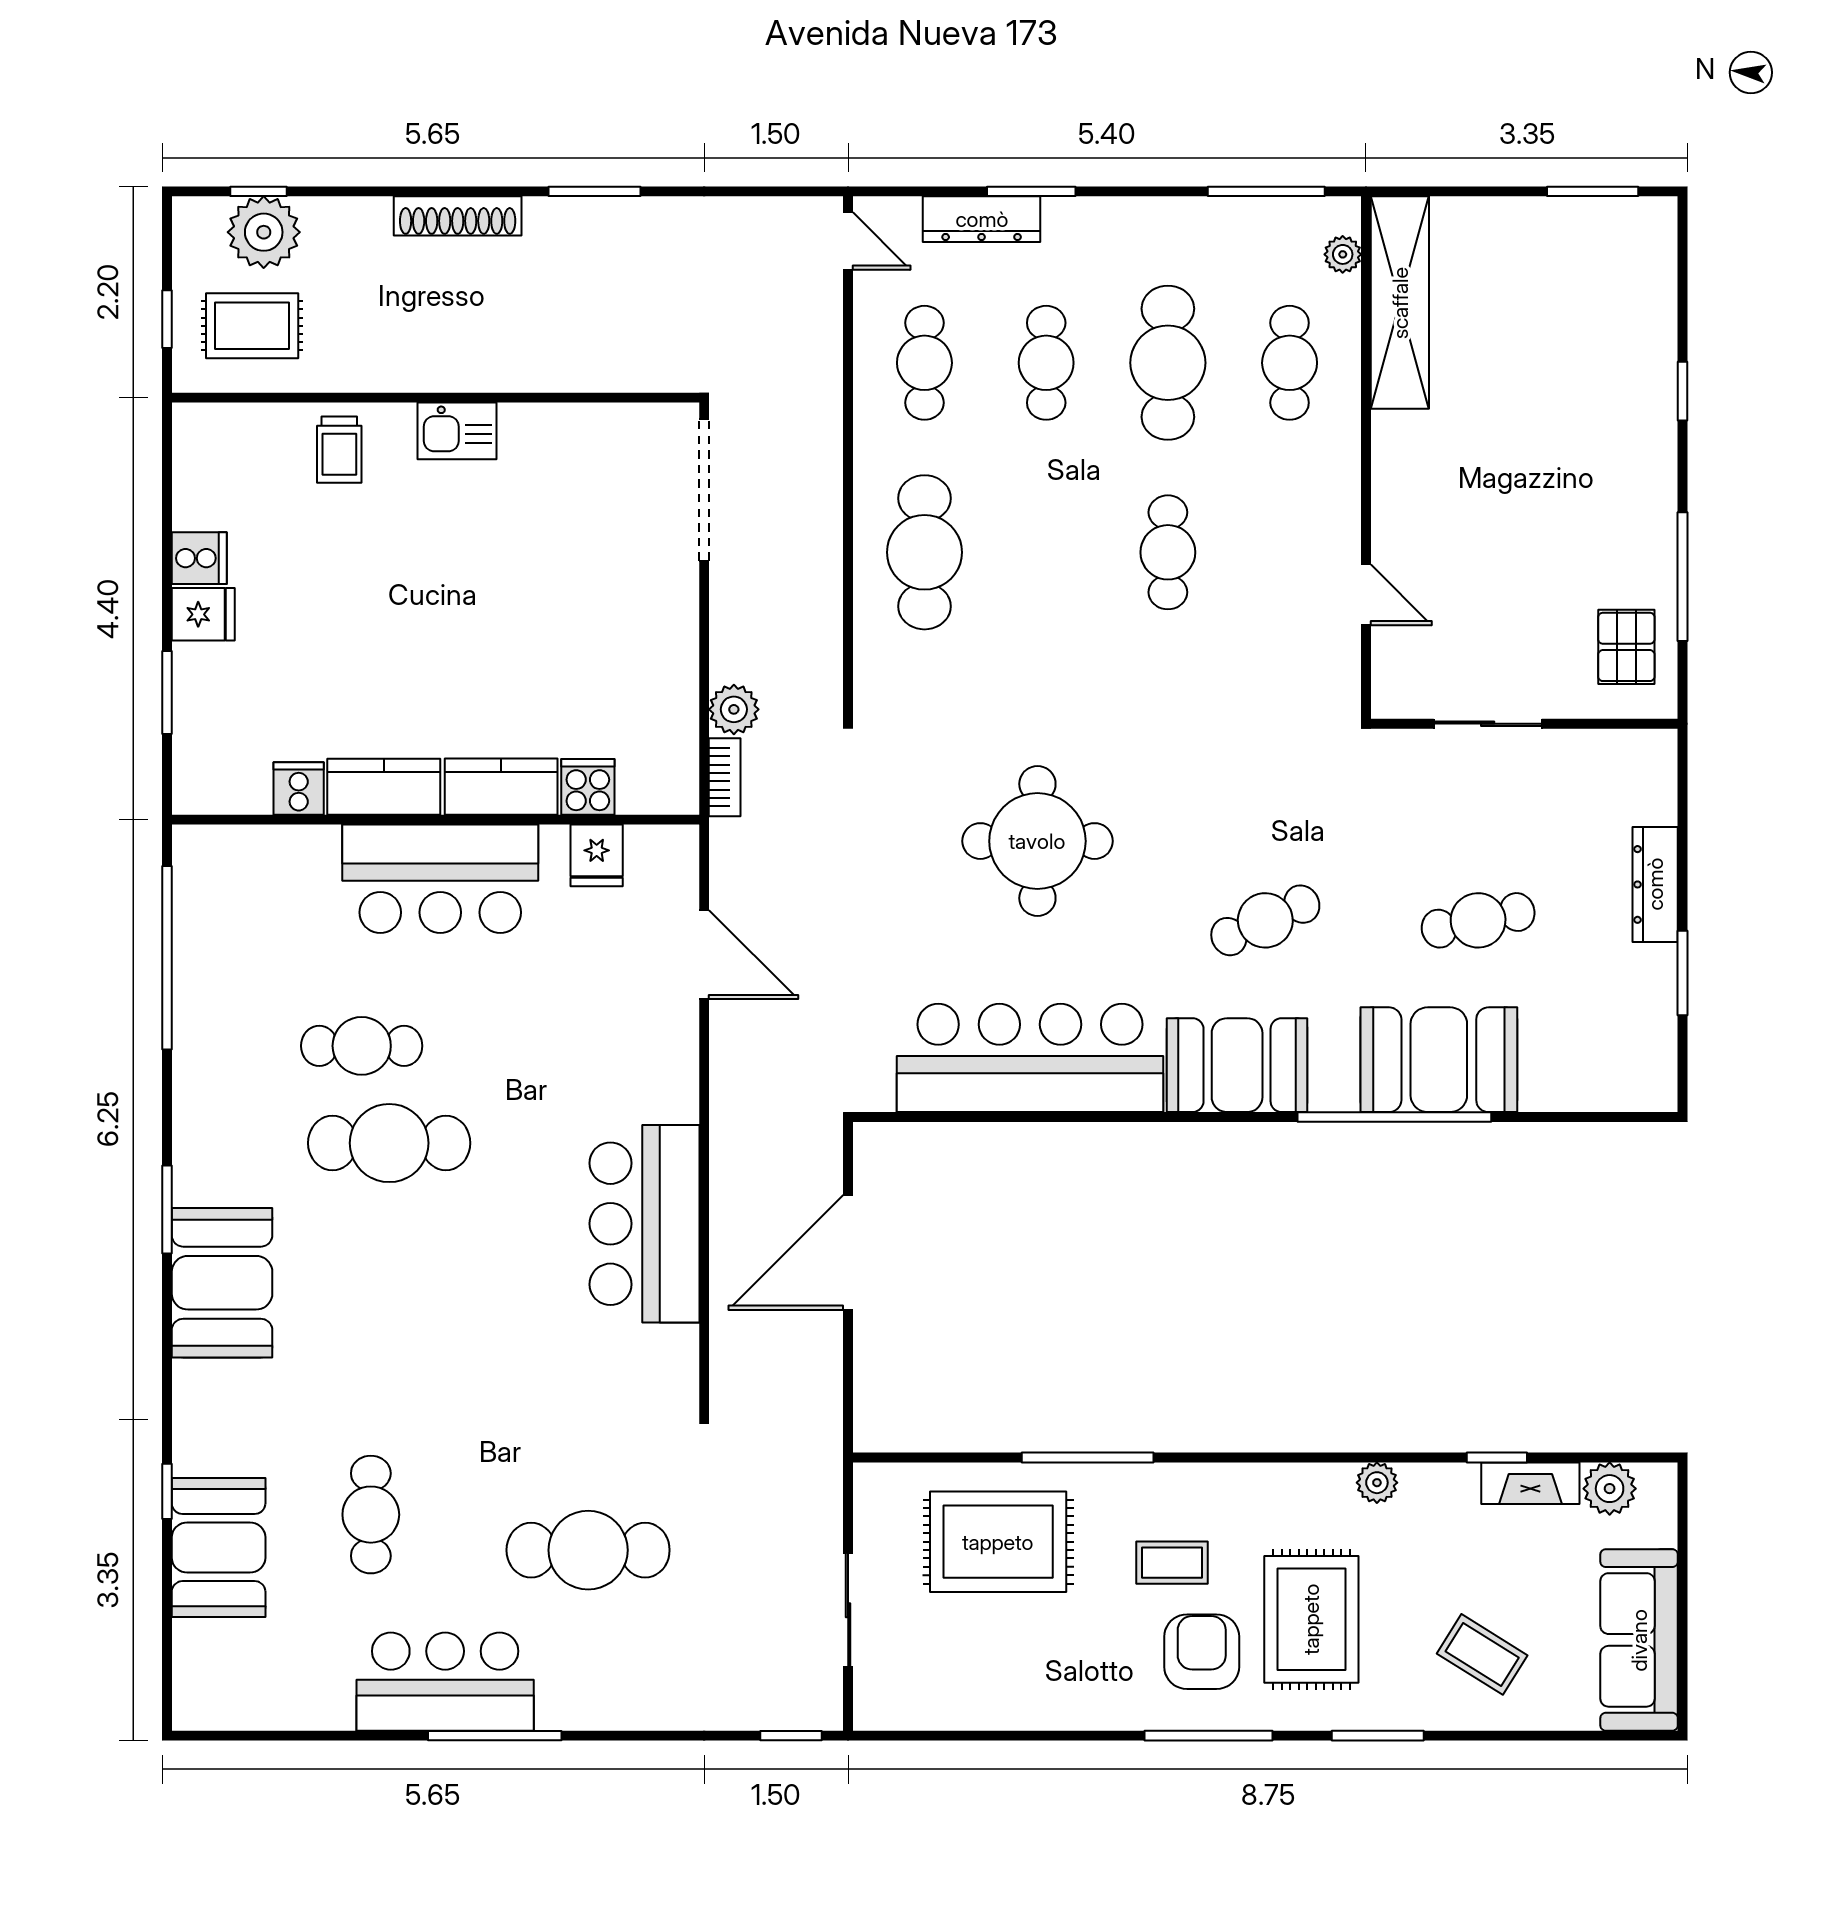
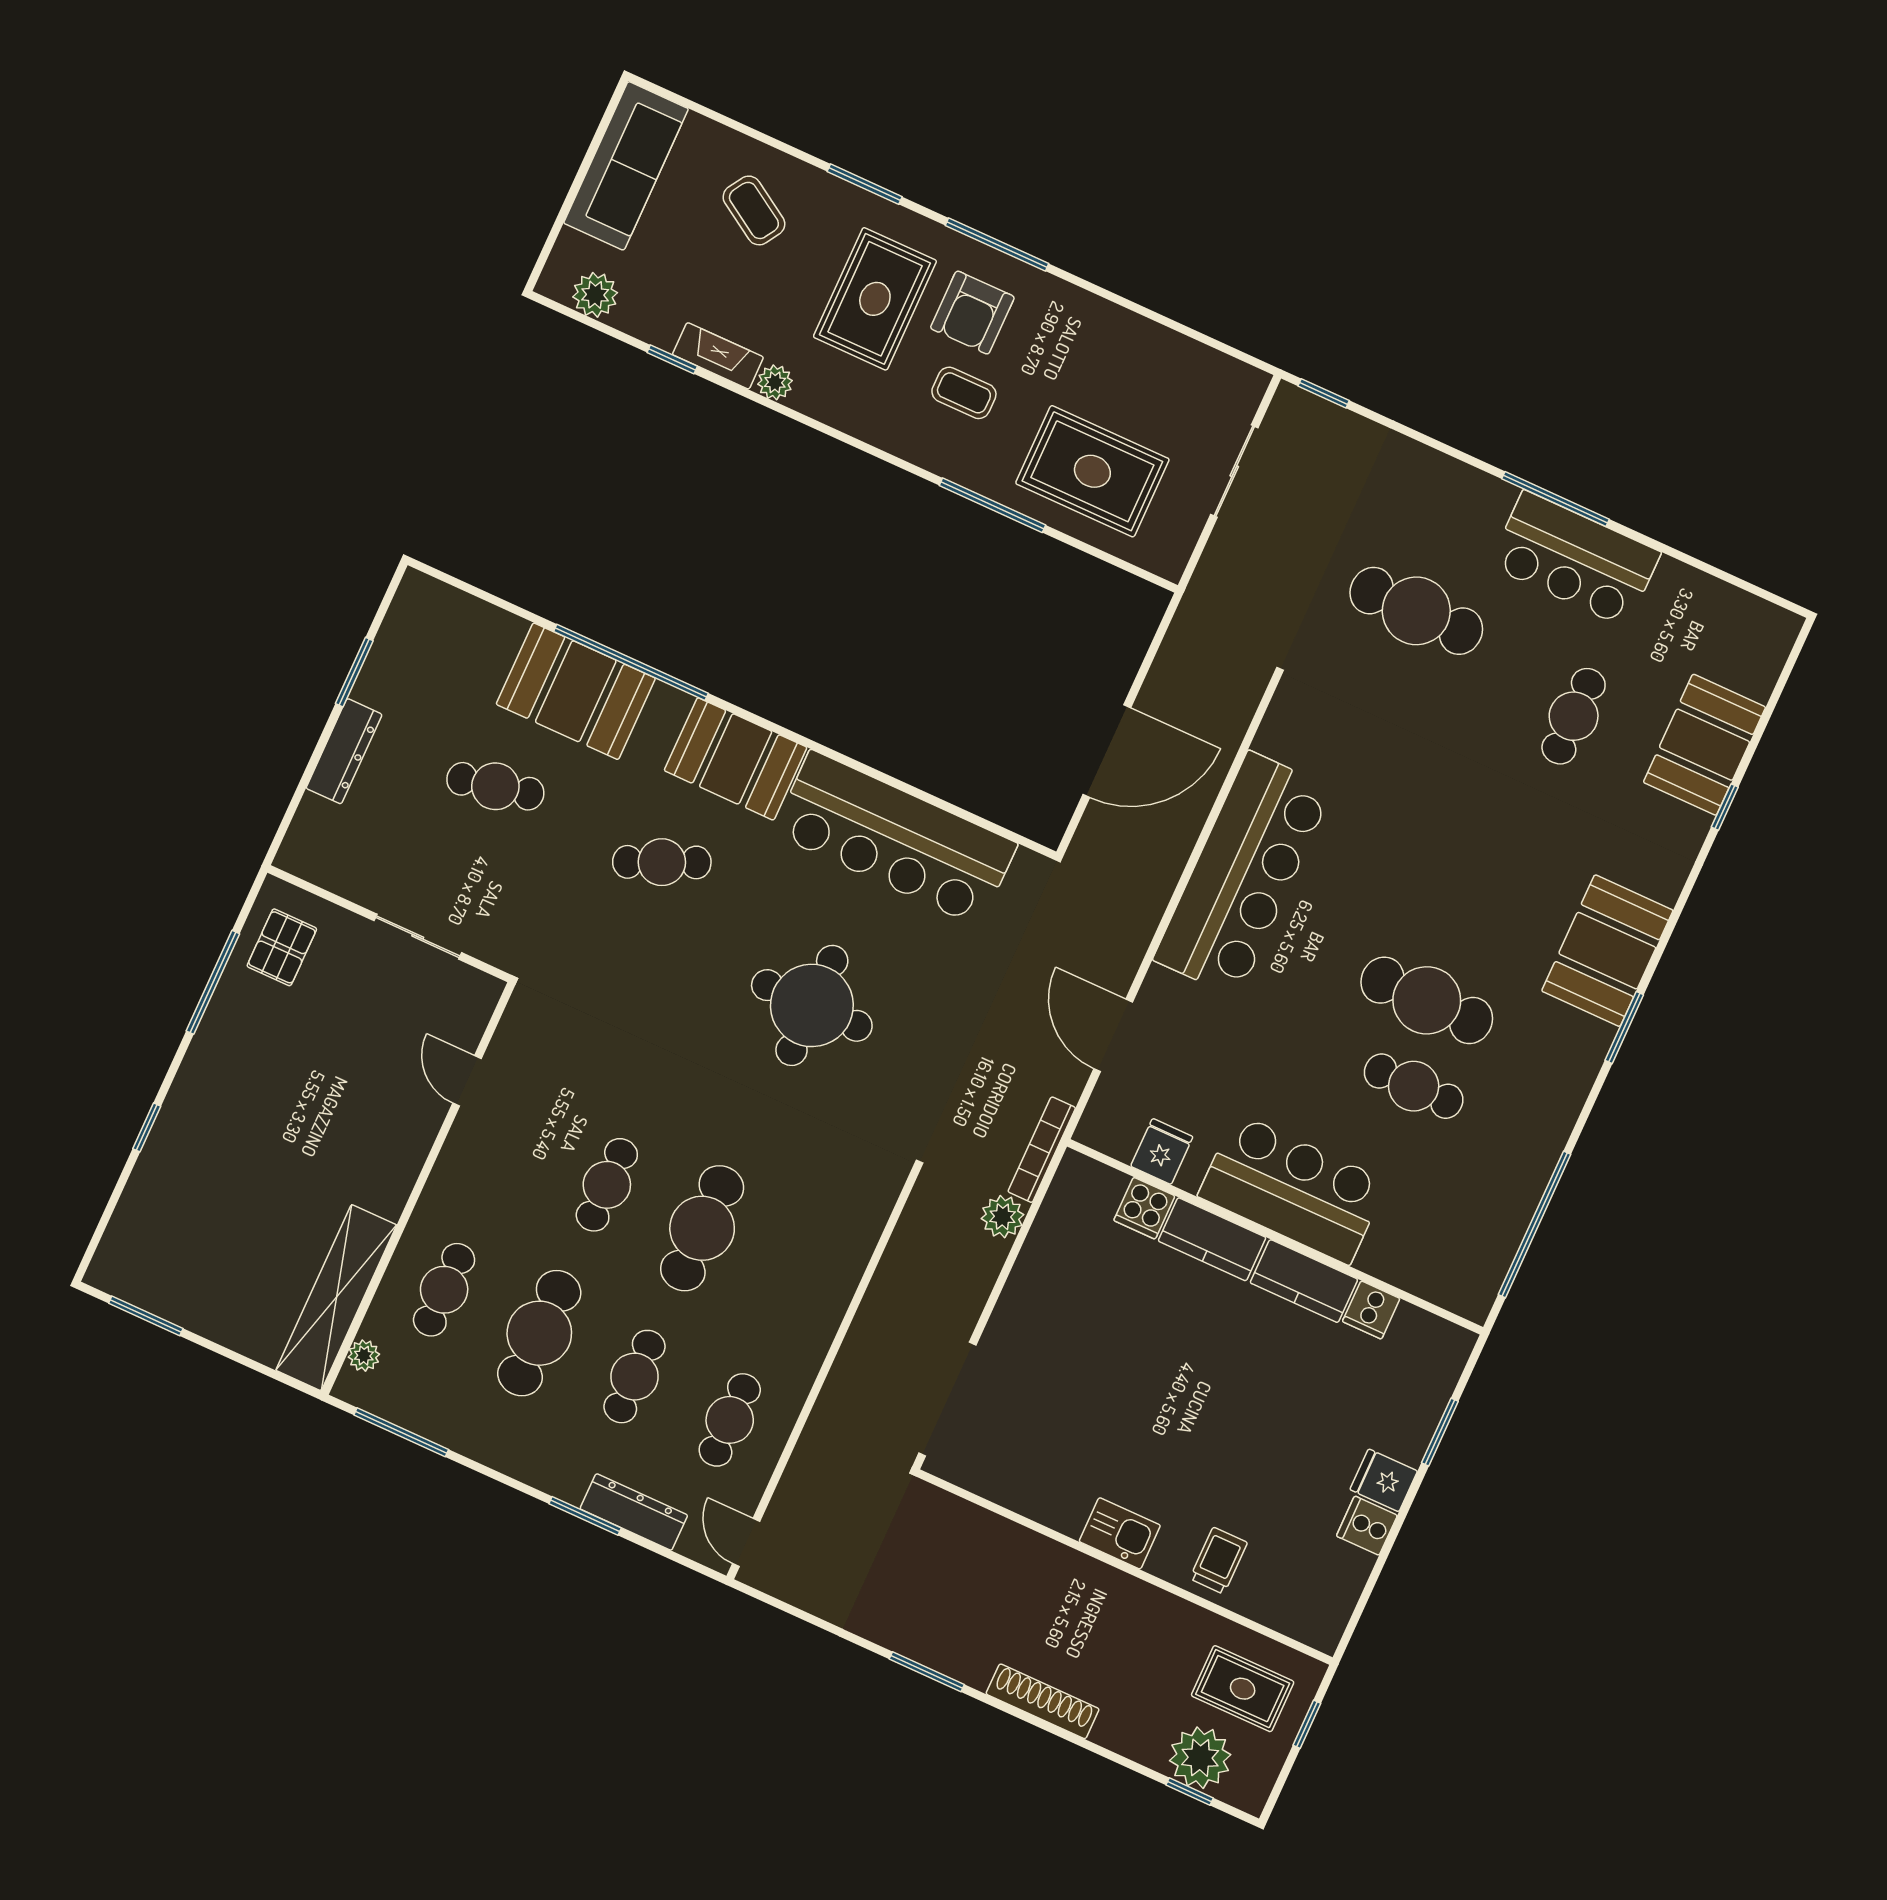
cafe table: (924, 552) -> (702, 1228), moved
bookcase: (725, 777) -> (1042, 1150), width x1.56
bar counter: (644, 1224) -> (1243, 874), width x1.36
fireplace: (1530, 1483) -> (718, 356), moved

